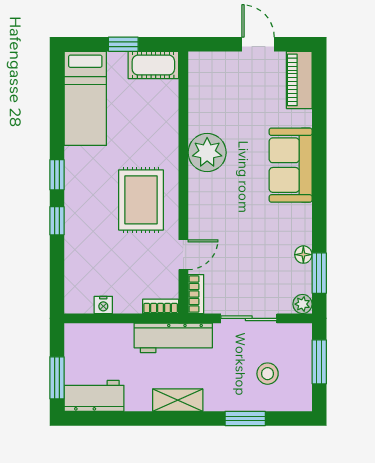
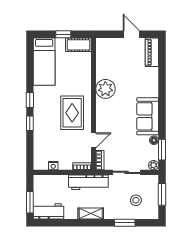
sofa: (291, 165) -> (148, 116), moved

